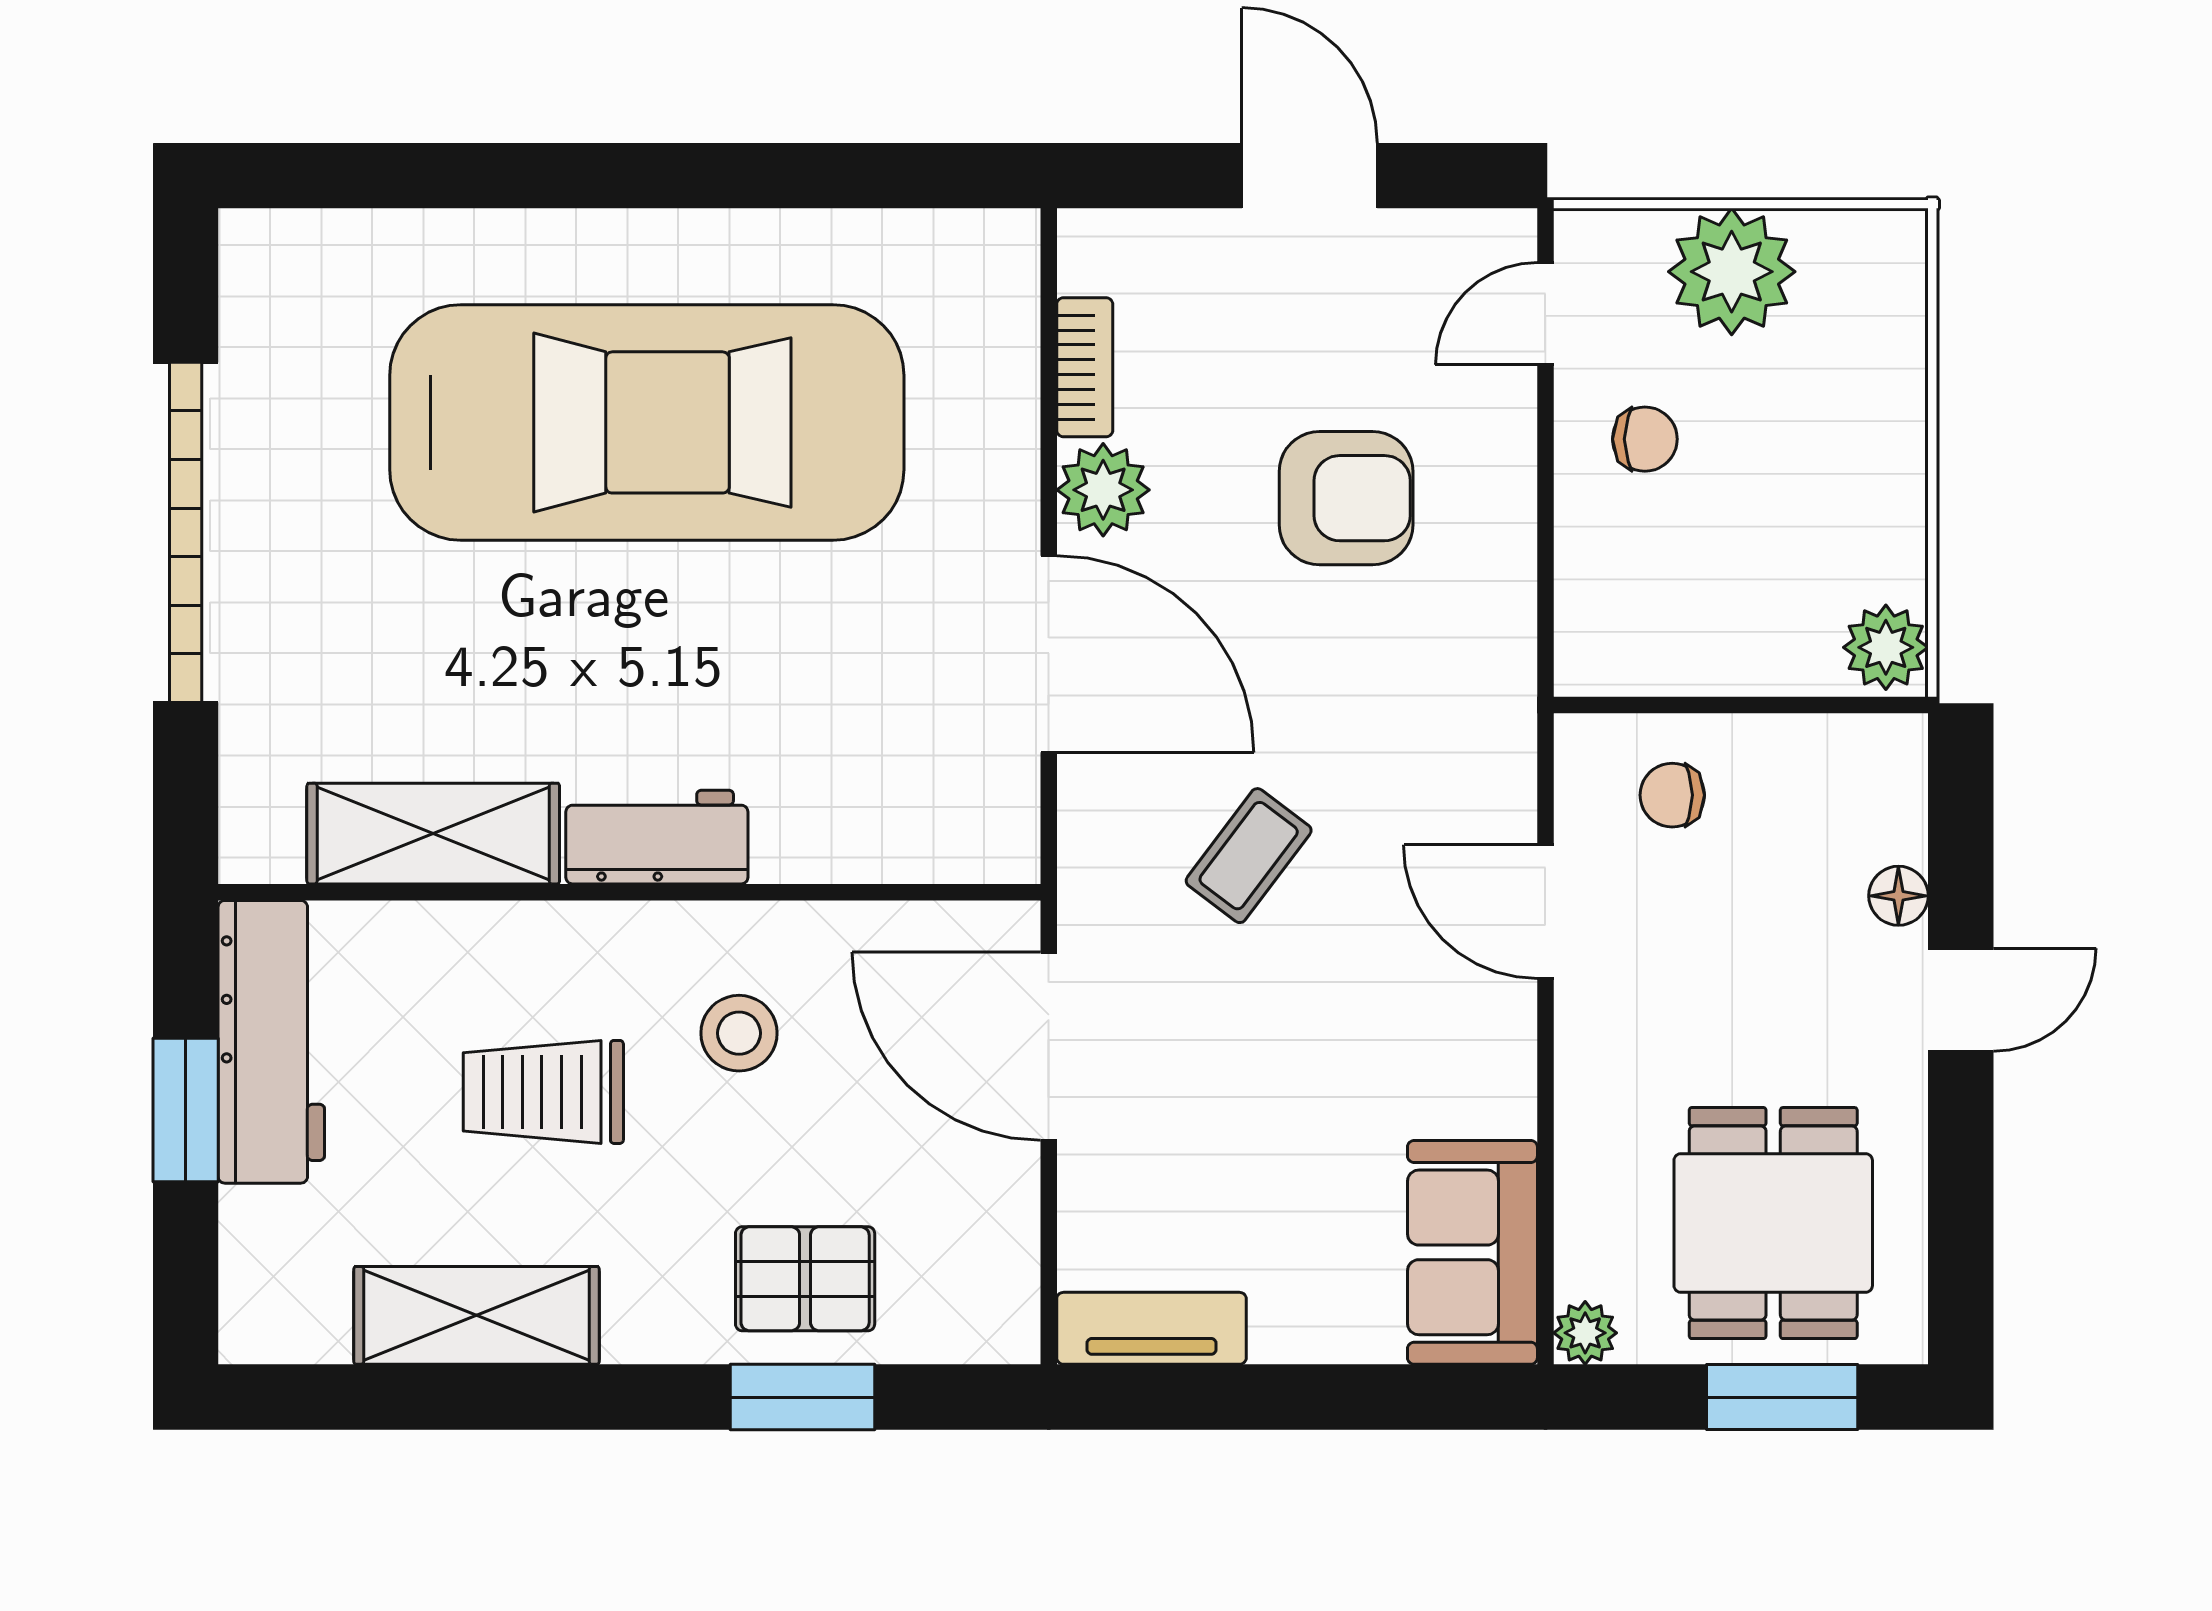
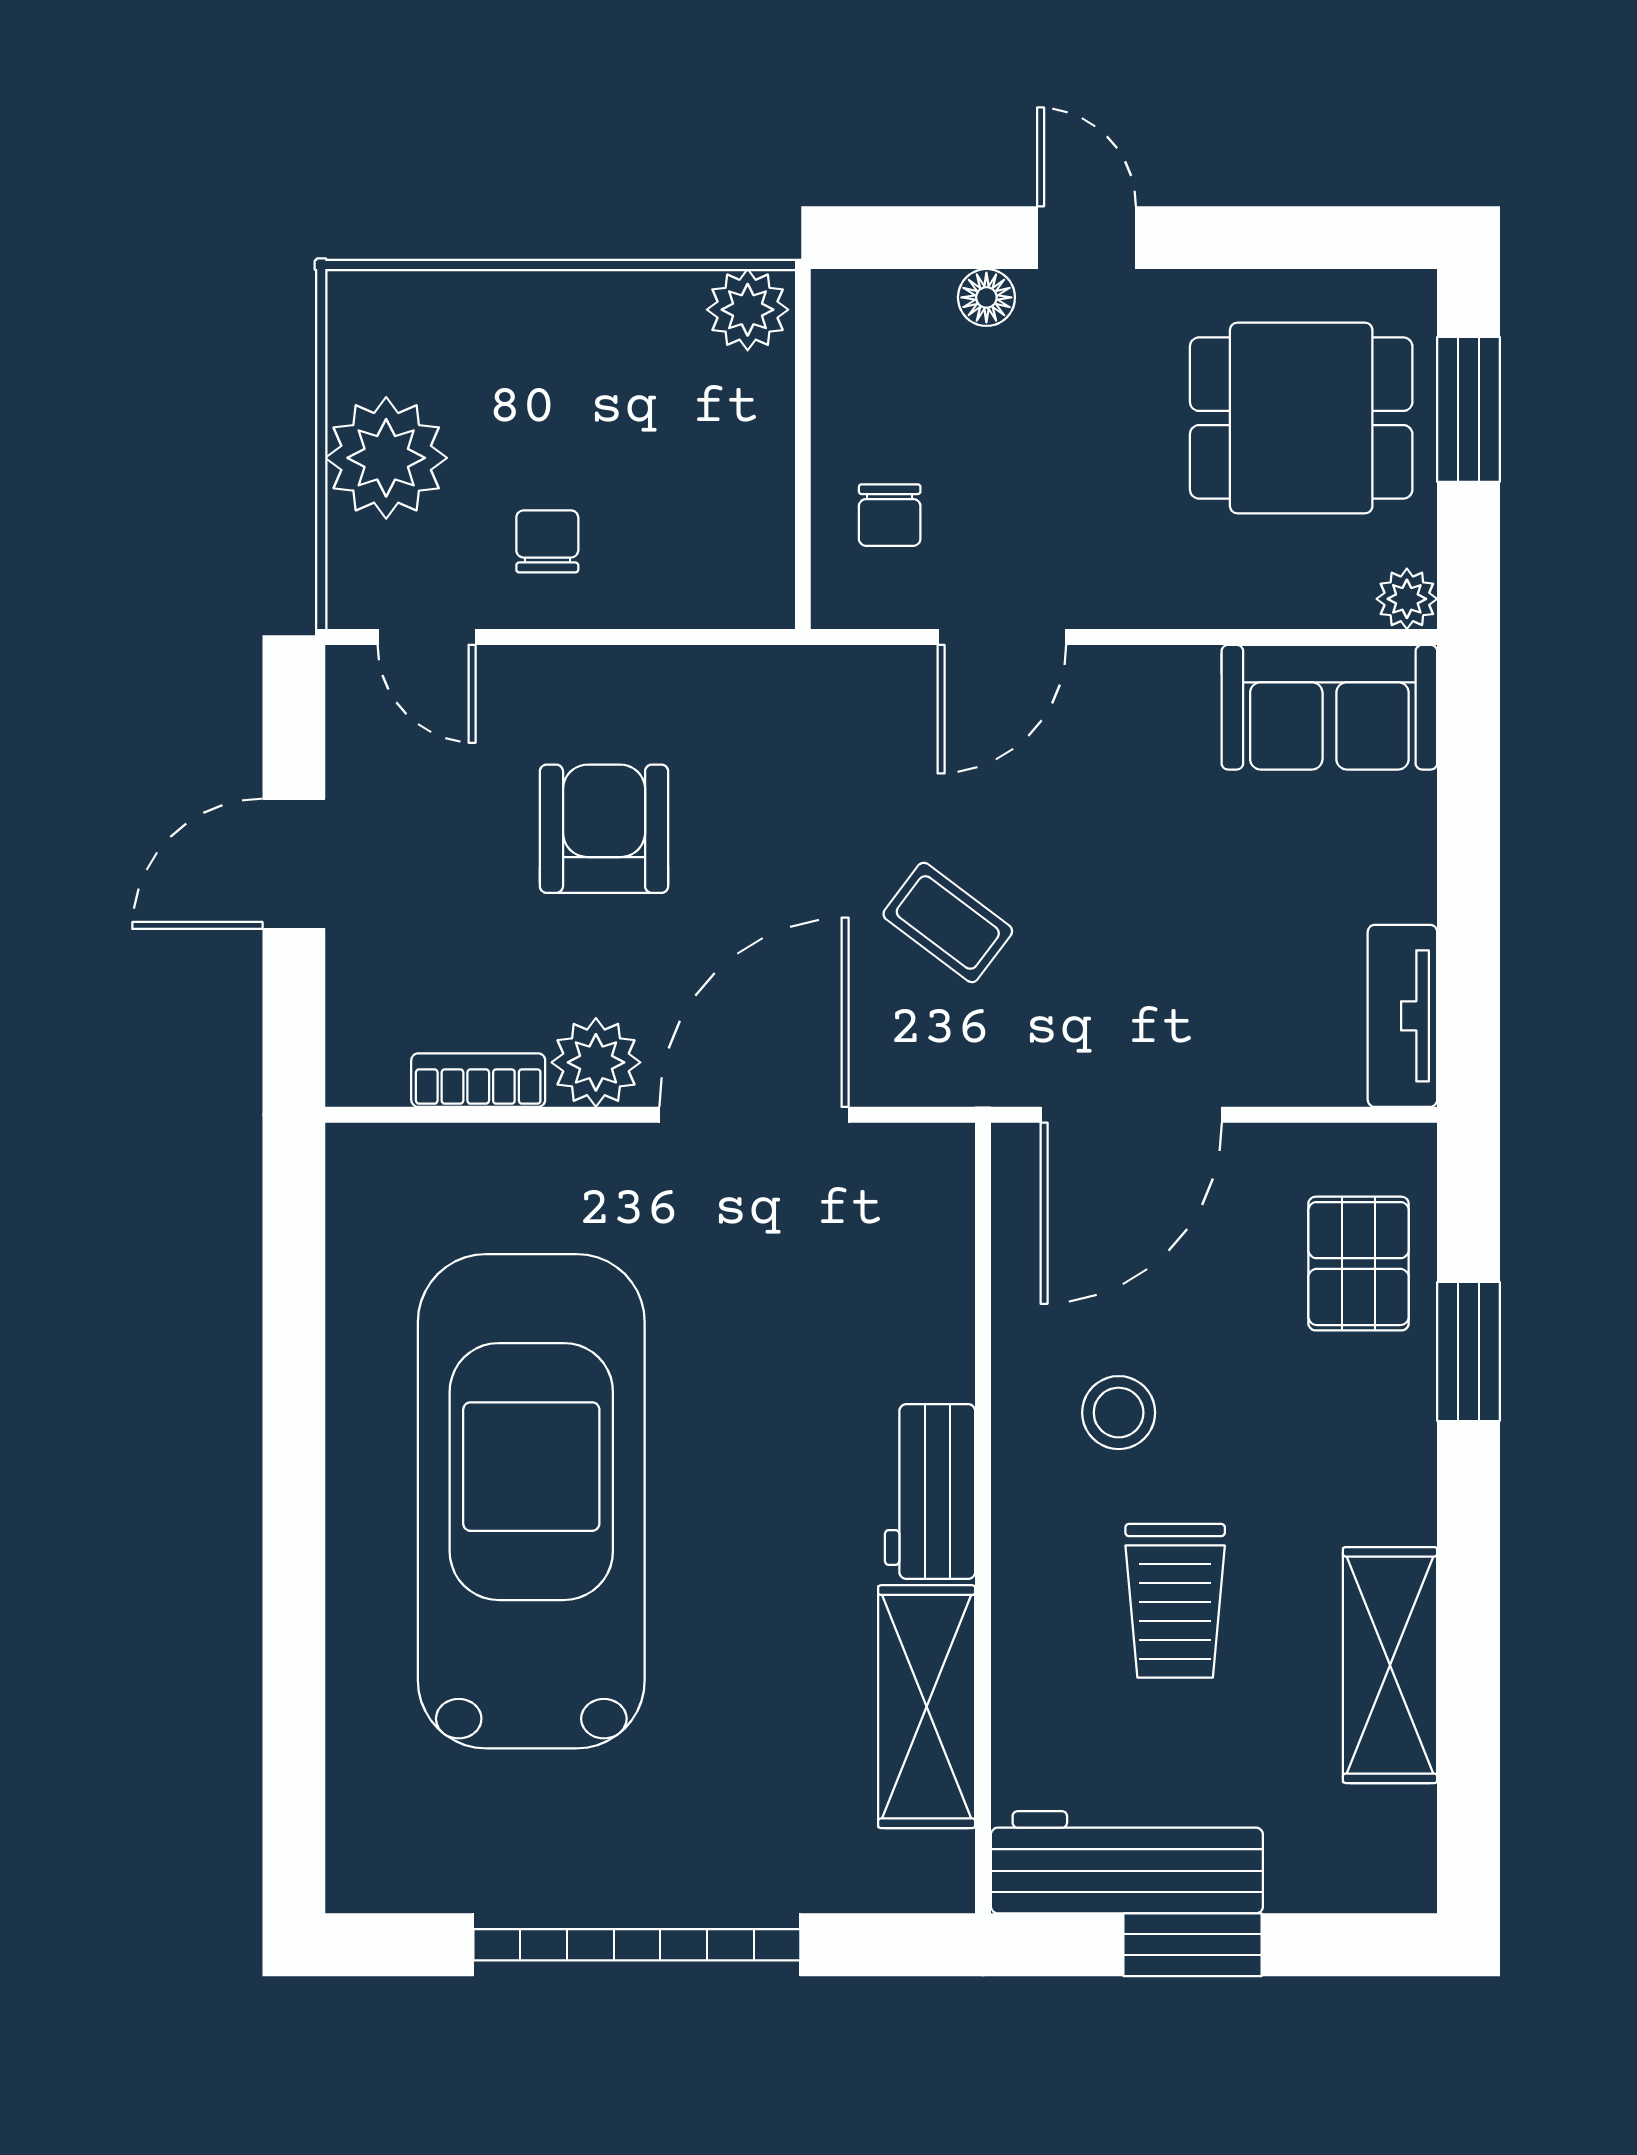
pallet: (805, 1279) -> (1359, 1264), moved

